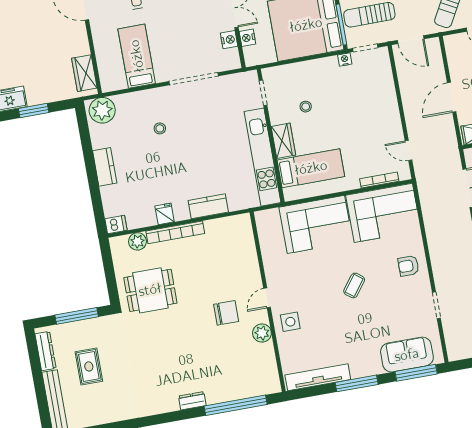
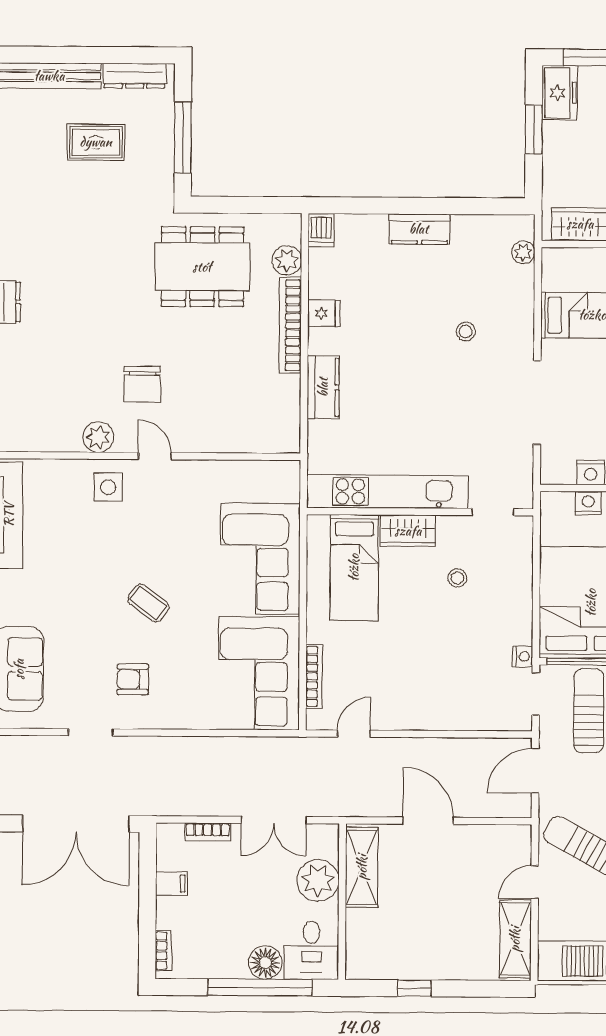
plant: (102, 110) -> (523, 252), width x0.53, depth x0.53
armchair: (408, 266) -> (133, 679), moved, turned -90
dining table: (150, 290) -> (202, 267), width x1.38

